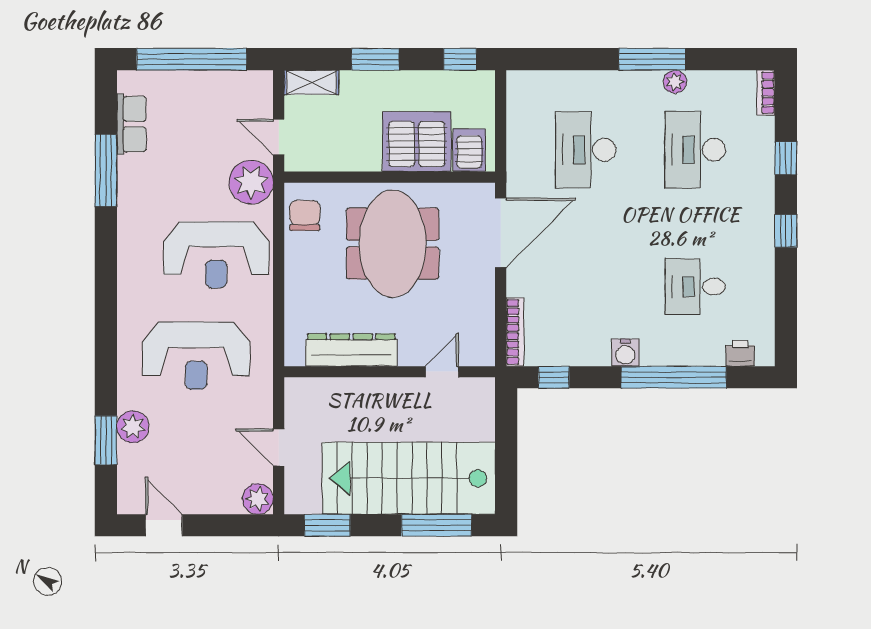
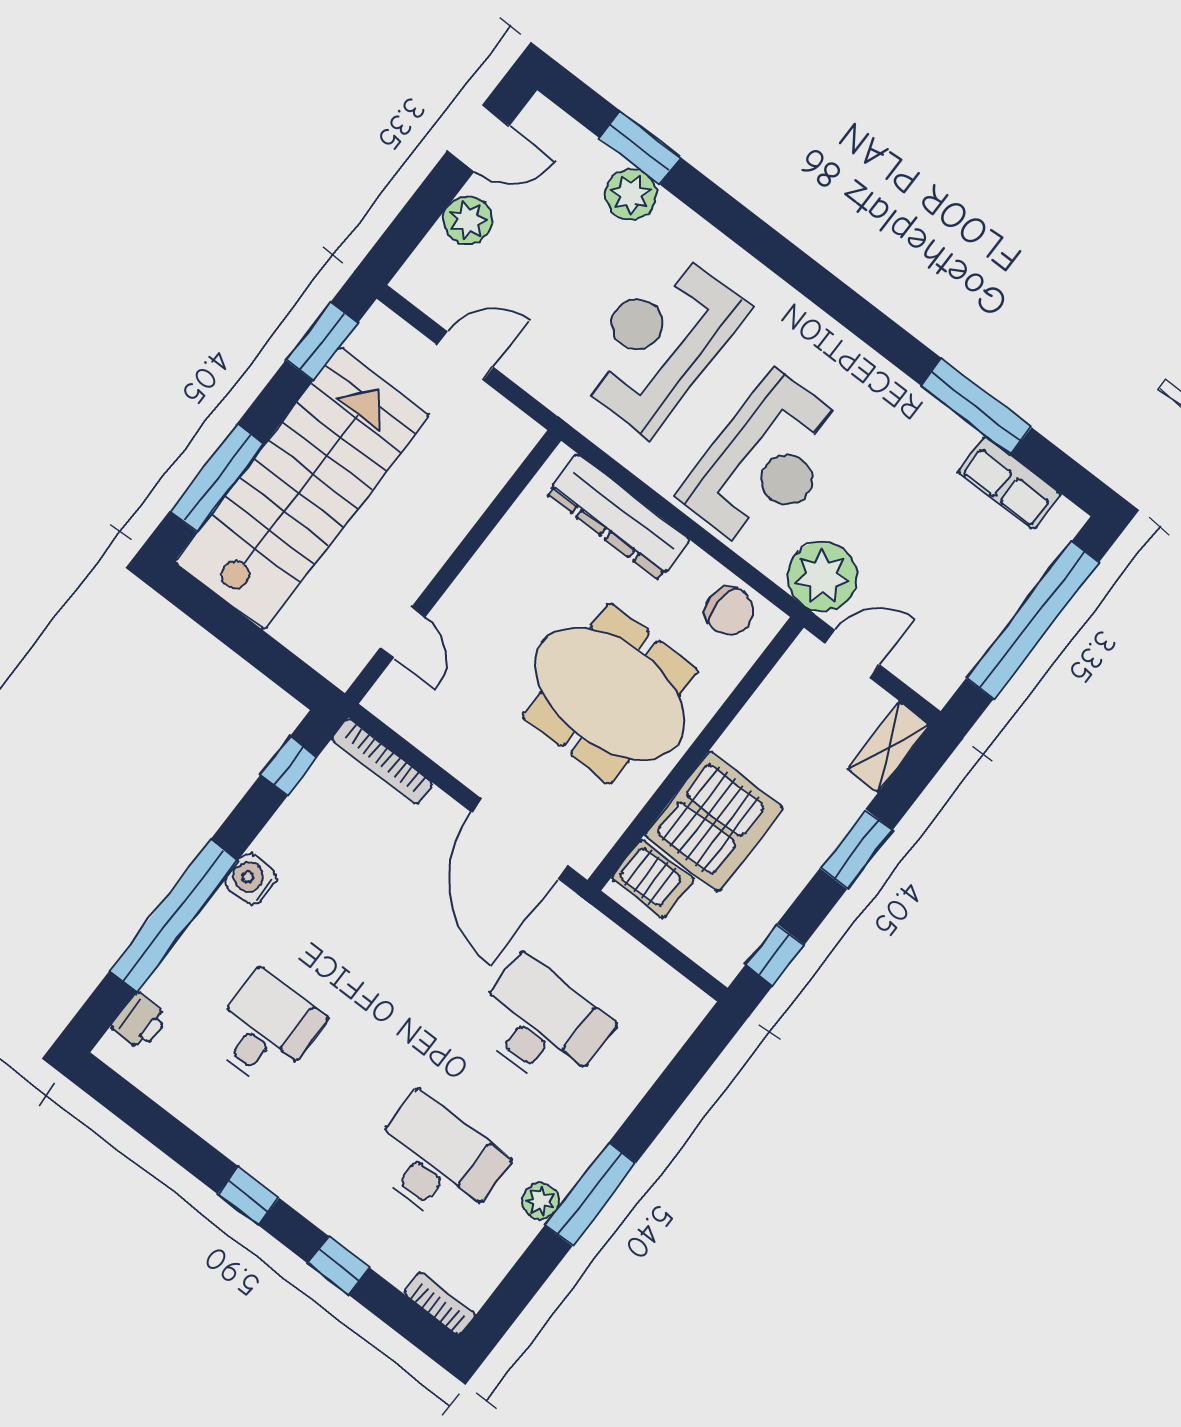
reception desk: (216, 255) -> (765, 463), turned 180
dresser: (351, 350) -> (618, 517), moved, turned 90
plant: (258, 499) -> (468, 220), moved

